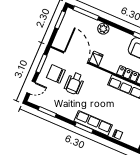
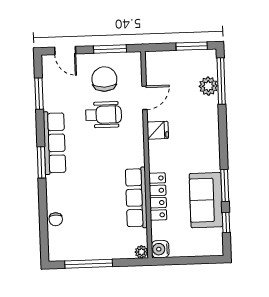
plant: (103, 29) -> (208, 86), moved
door: (76, 58) -> (144, 98), width x0.53
wheelchair: (74, 83) -> (103, 115), turned 180
row of seats: (93, 123) -> (54, 143), moved

